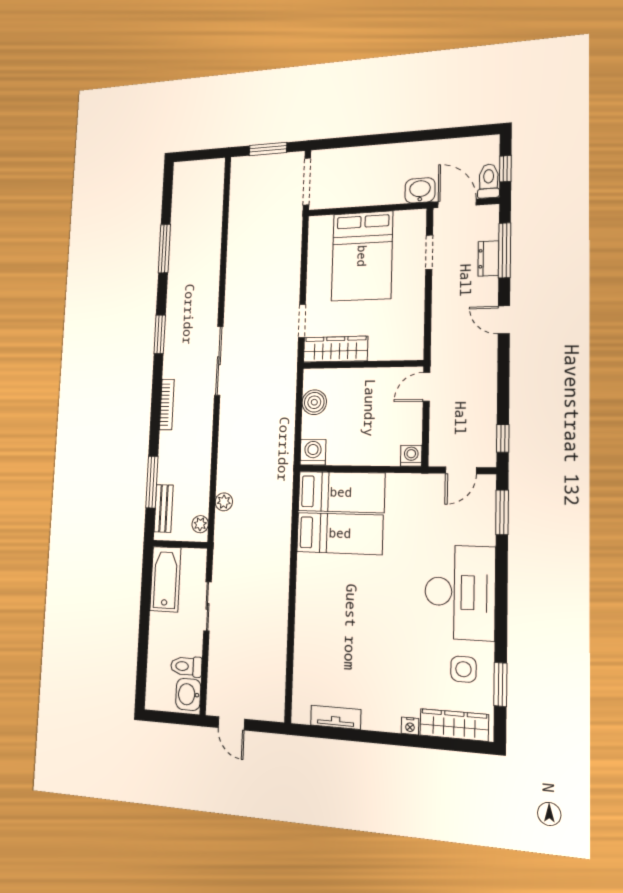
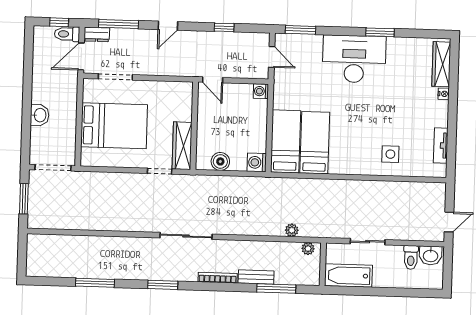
washbasin: (420, 190) -> (40, 115), moved, turned 180
doorway: (429, 252) -> (115, 77), width x1.38
dresser: (488, 258) -> (97, 34), moved
window: (503, 438) -> (224, 27), moved
bench: (164, 508) -> (256, 277), moved
side table: (463, 669) -> (390, 154), moved
window: (500, 684) -> (380, 32), moved

